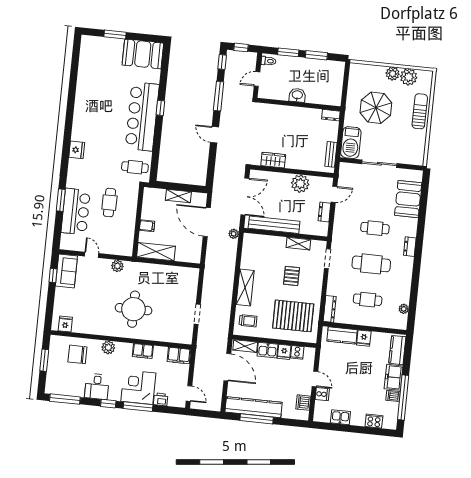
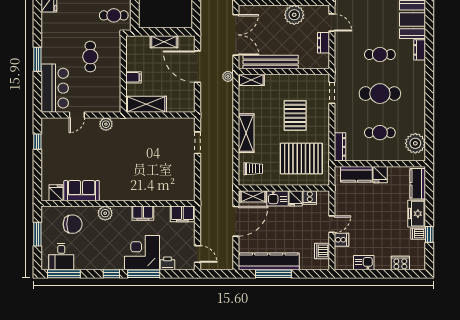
door: (334, 194) -> (332, 22), hinge flipped
bar counter: (76, 212) -> (55, 88), moved
shelving: (298, 244) -> (251, 80), moved
dresser: (410, 247) -> (420, 50), moved
door: (92, 255) -> (77, 115), swing flipped
sofa: (66, 271) -> (82, 191), moved, turned -90
pallet: (292, 276) -> (295, 116), width x1.50, depth x1.42
round table: (134, 309) -> (128, 169), removed
plant: (404, 309) -> (415, 143), width x1.88, depth x1.88
doorway: (197, 314) -> (197, 143), moved
chair: (77, 354) -> (73, 224), turned 180
door: (227, 367) -> (236, 221), hinge flipped
door: (315, 379) -> (332, 224), hinge flipped
desk: (97, 386) -> (61, 257), moved
window: (403, 398) -> (429, 234), width x0.32

